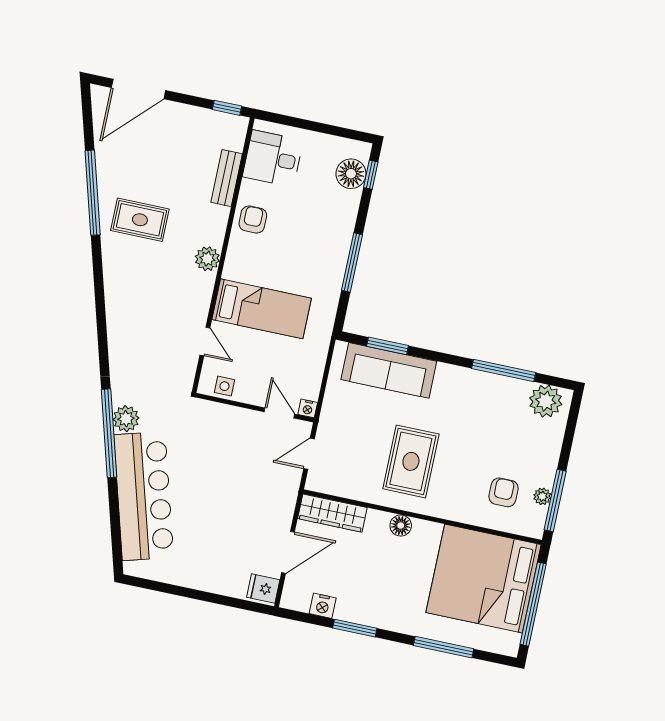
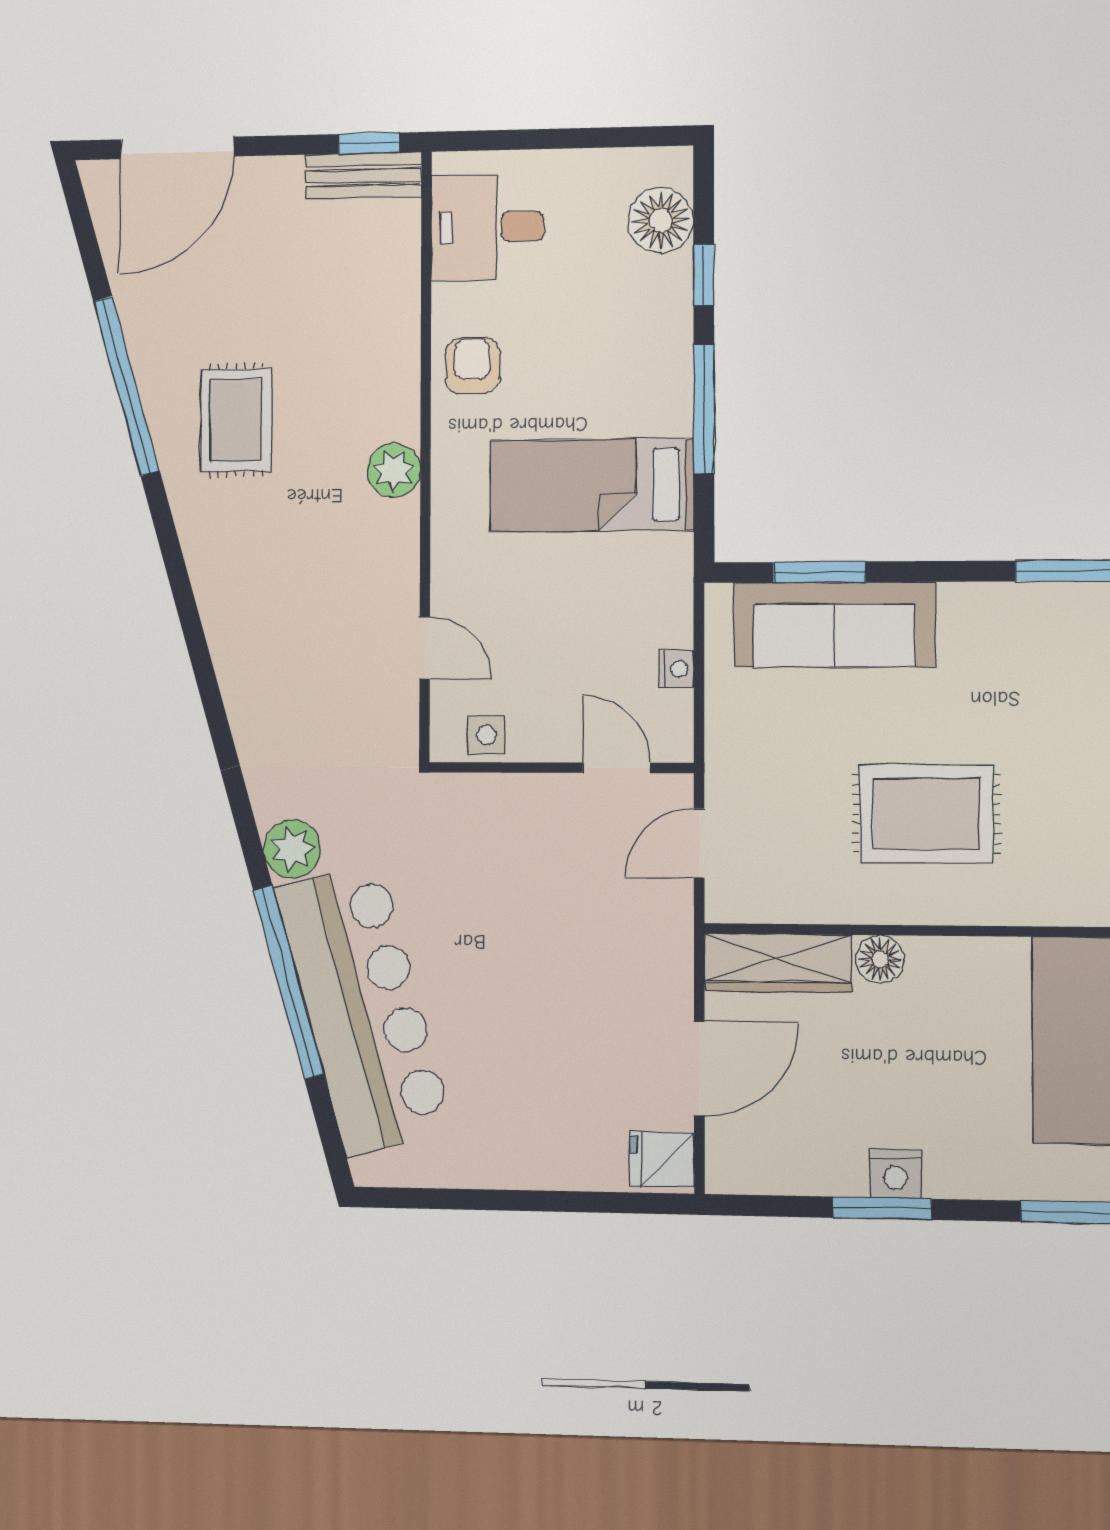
window: (371, 175) -> (704, 275), moved
bench: (227, 178) -> (363, 176), moved, turned 90
rug: (140, 220) -> (236, 420), turned 90
bed: (262, 309) -> (592, 485), moved, turned 180
nightstand: (308, 408) -> (676, 669), moved, turned -90
window: (109, 433) -> (288, 982), moved
rug: (411, 461) -> (926, 814), turned 90
floor lamp: (401, 526) -> (880, 959), moved
nightstand: (323, 606) -> (896, 1174), moved

